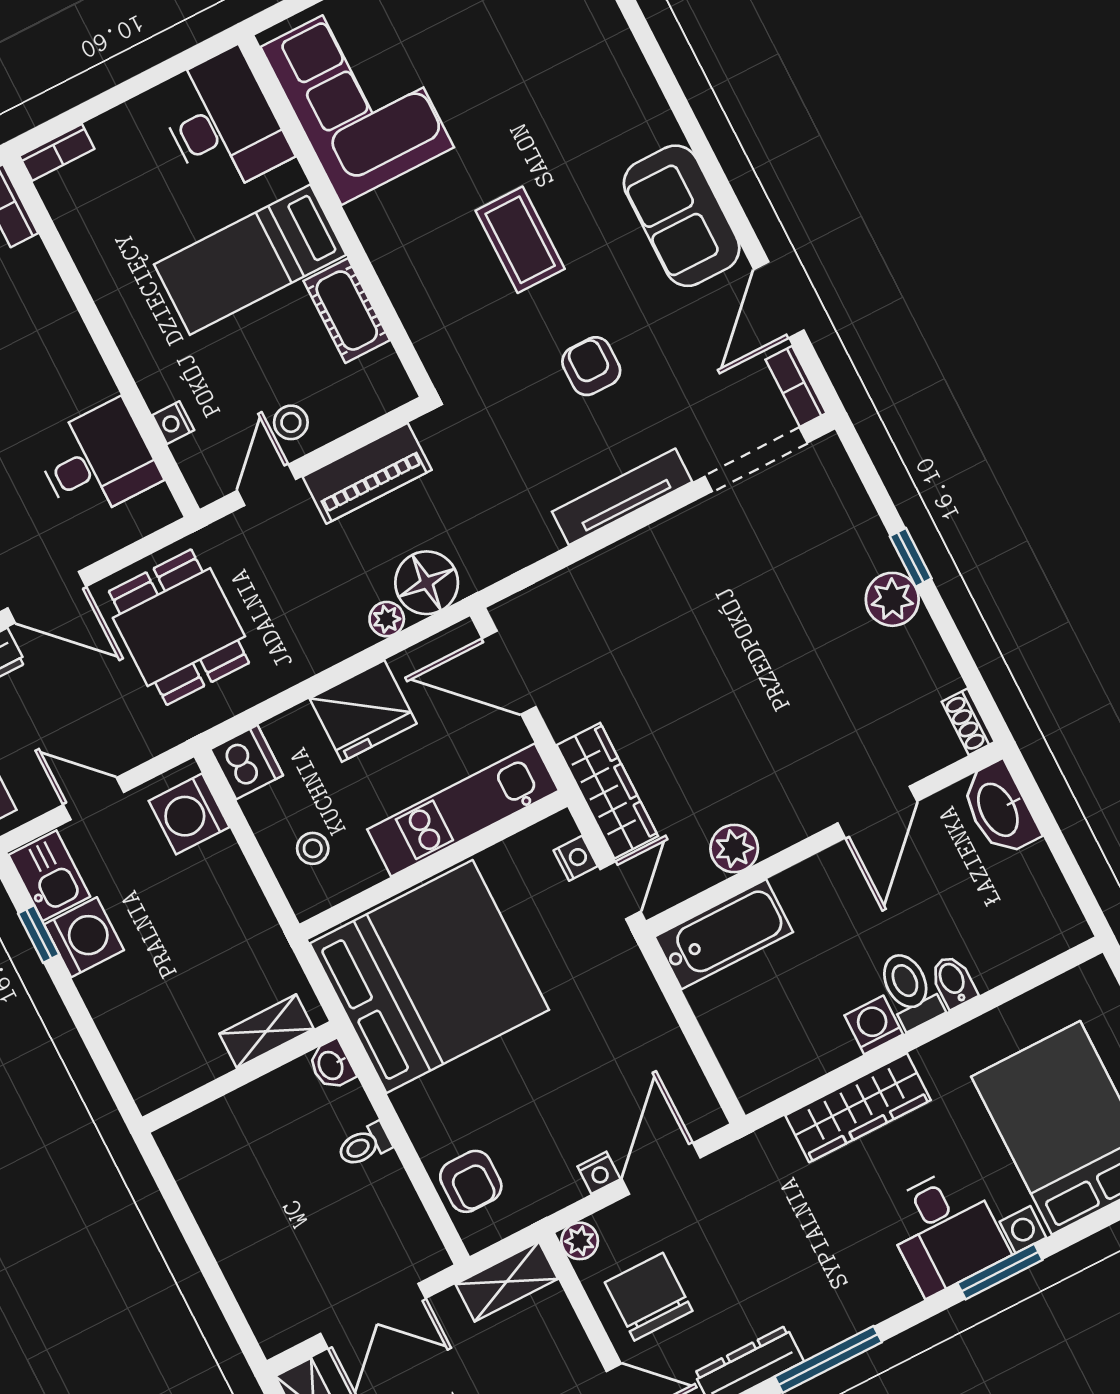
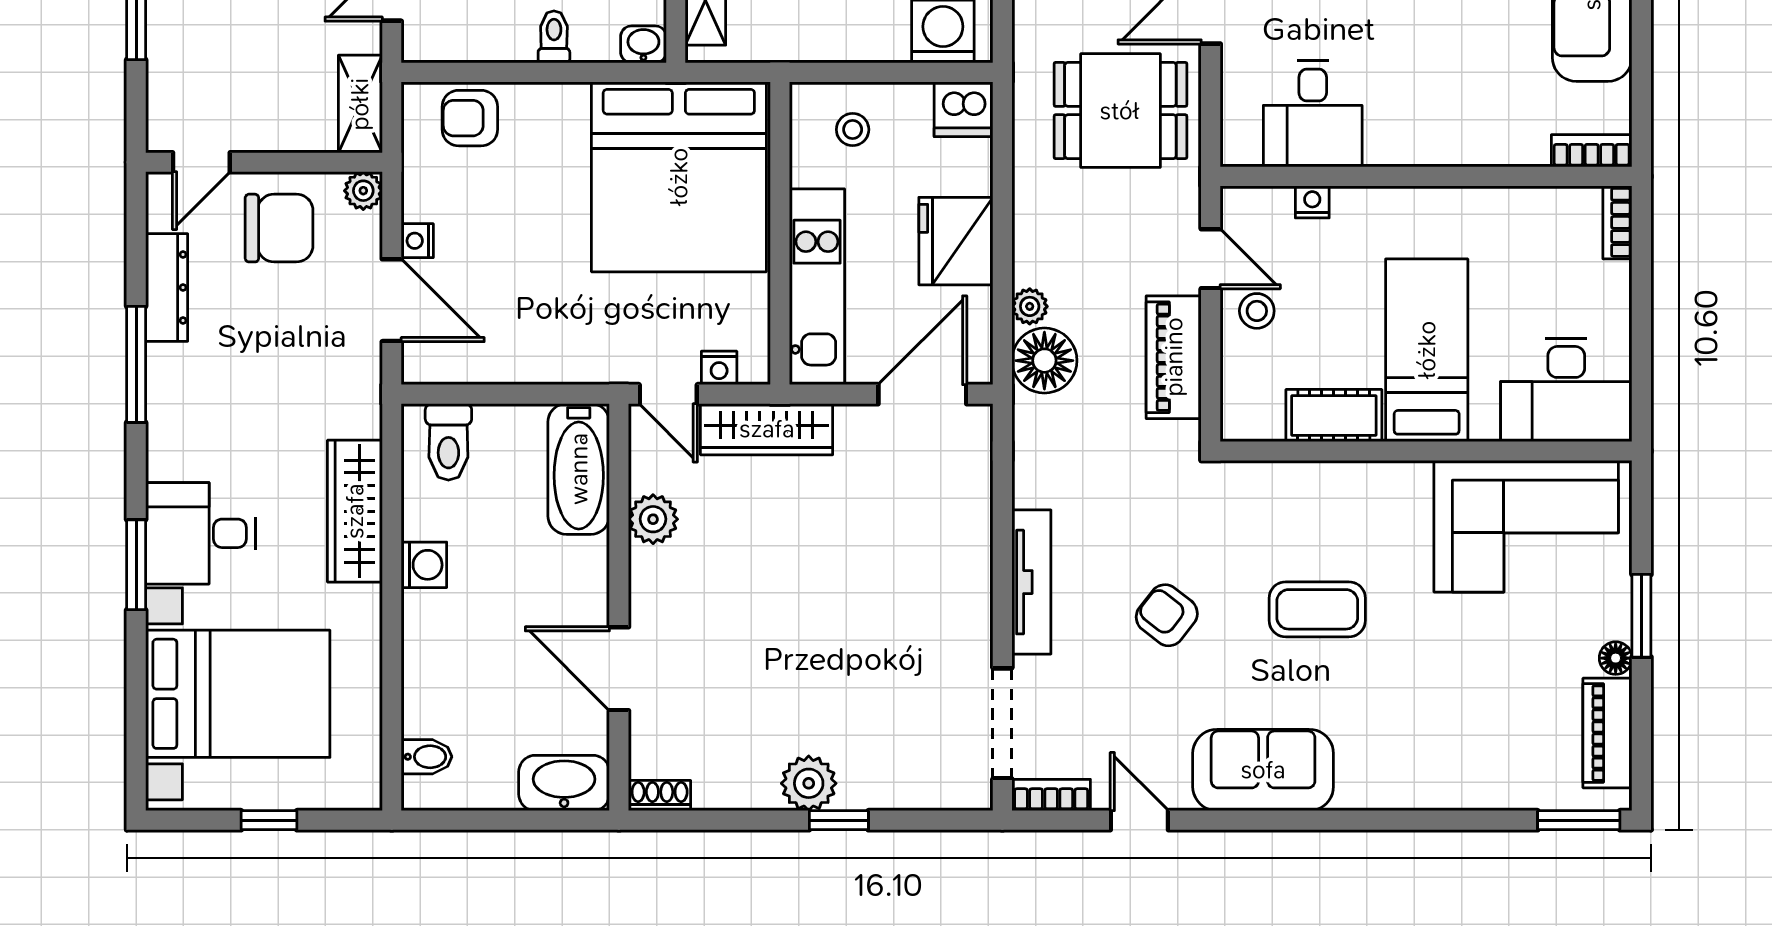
door: (779, 300) -> (1139, 820), width x0.73
armchair: (591, 366) -> (1167, 615), turned -142
bidet: (953, 981) -> (426, 757), moved
toilet: (910, 990) -> (448, 442), moved, turned 90

